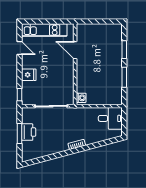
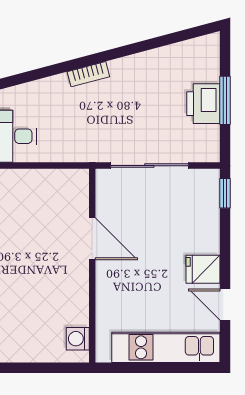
door: (75, 50) -> (92, 239), moved
fridge: (29, 75) -> (203, 269), moved
washing machine: (81, 98) -> (78, 339), moved

